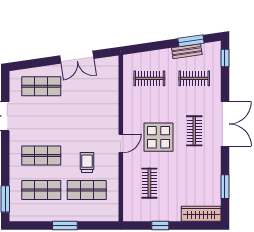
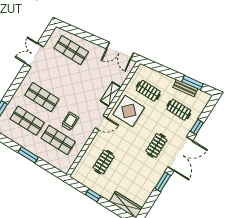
double door: (77, 57) -> (120, 51), moved
window: (225, 58) -> (197, 127), moved
shelving: (112, 107) -> (111, 94), added
display table: (158, 137) -> (129, 111), moved
window: (225, 187) -> (163, 182), moved

